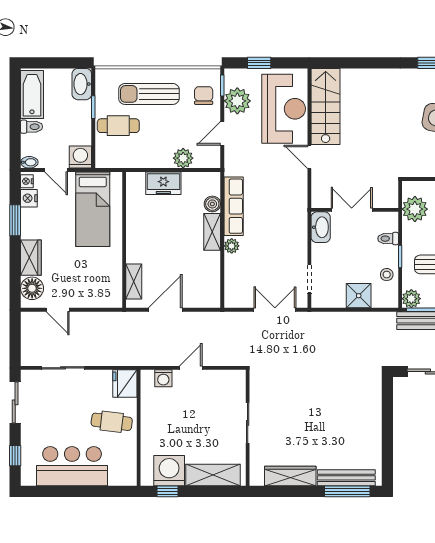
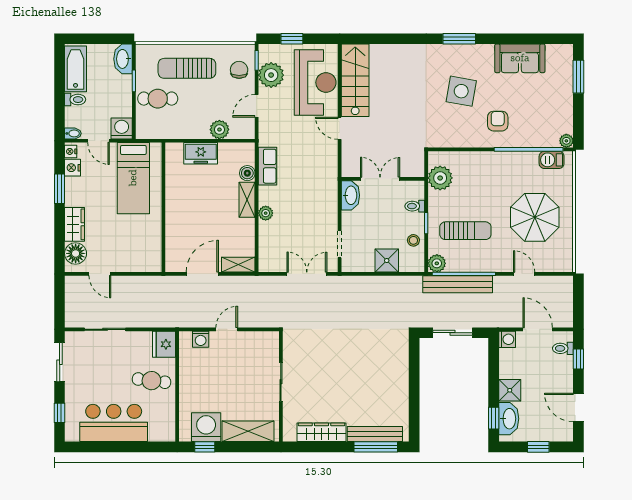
row of seats: (234, 206) -> (267, 166), width x0.68
shelving: (134, 282) -> (238, 265), moved, turned 90

